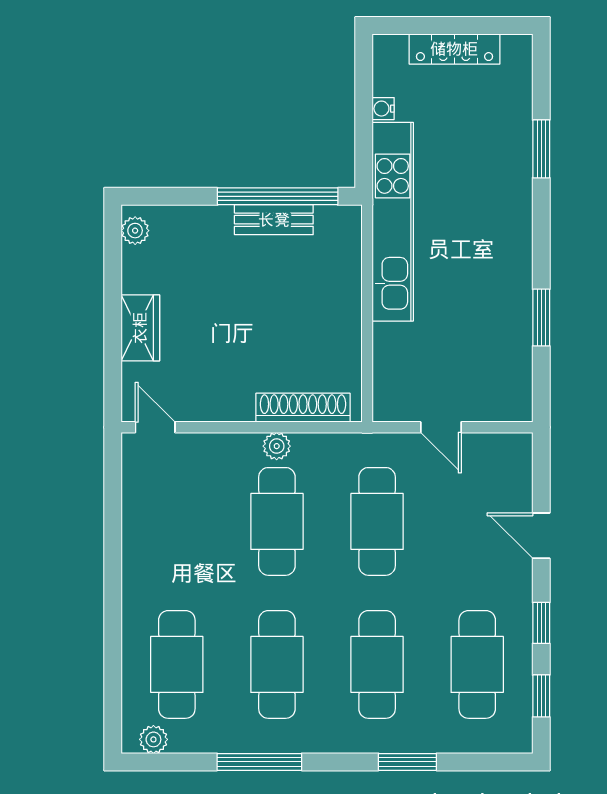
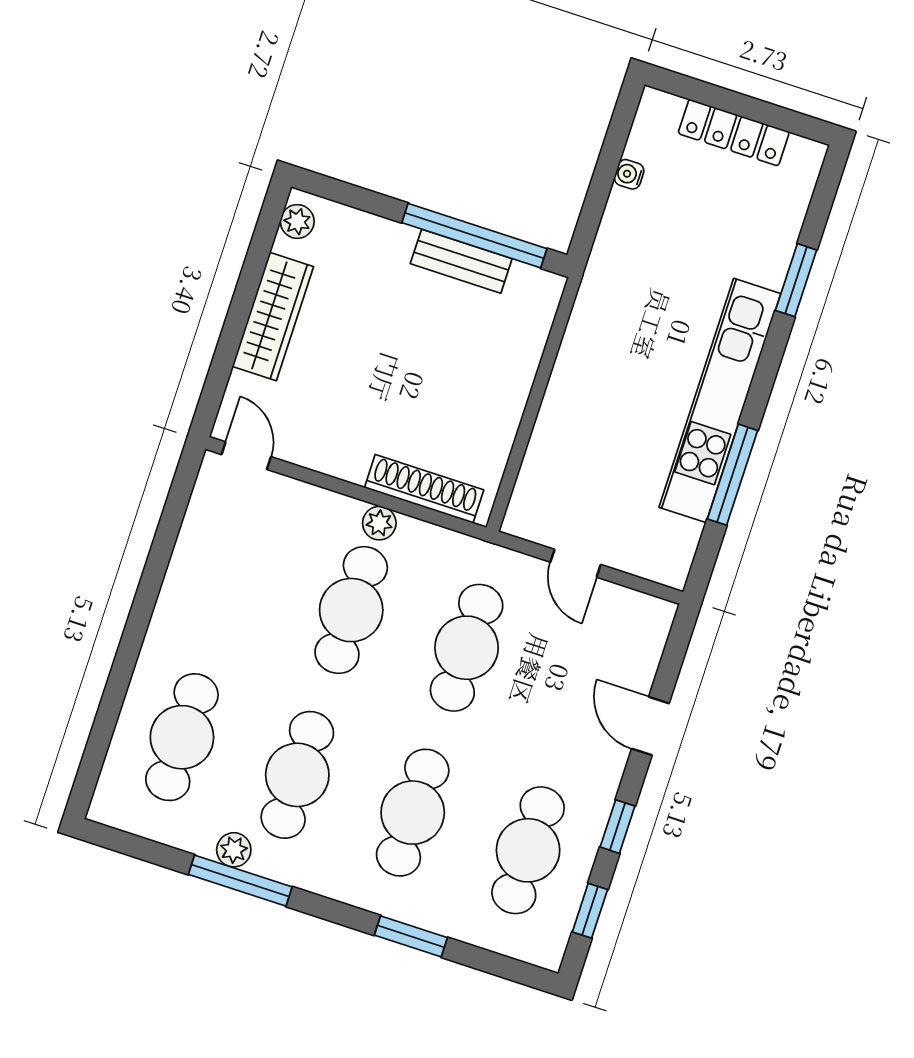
kitchen unit: (393, 222) -> (720, 400), moved, turned 180
window: (541, 318) -> (733, 475), width x1.44
wardrobe: (140, 328) -> (273, 317), width x1.50
plant: (153, 739) -> (234, 850), moved

